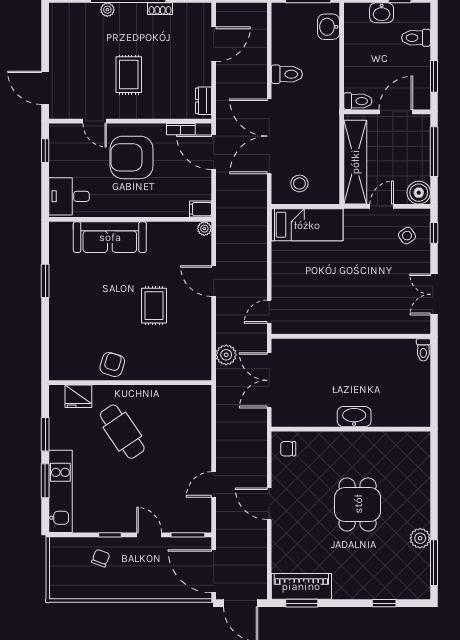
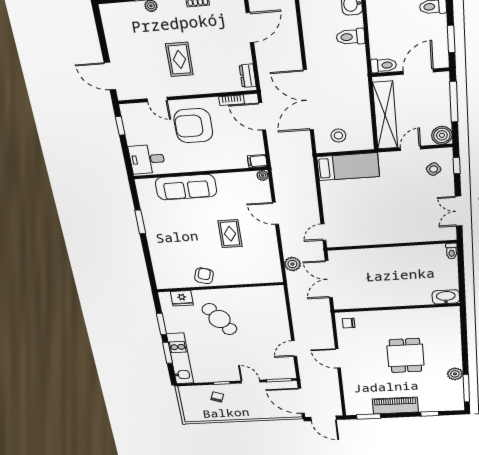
toilet: (287, 74) -> (351, 37), moved, turned 180
washbasin: (354, 417) -> (446, 297), moved
piano: (301, 586) -> (395, 405), moved

